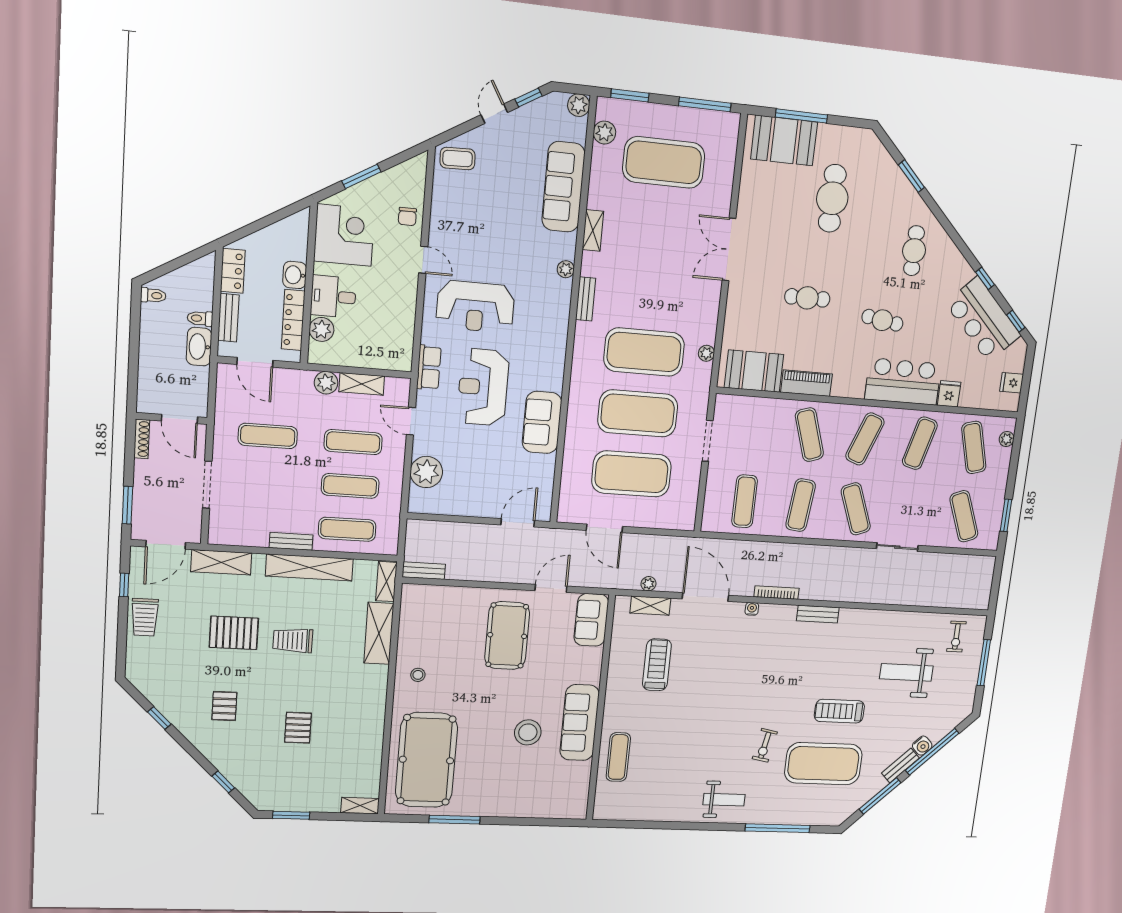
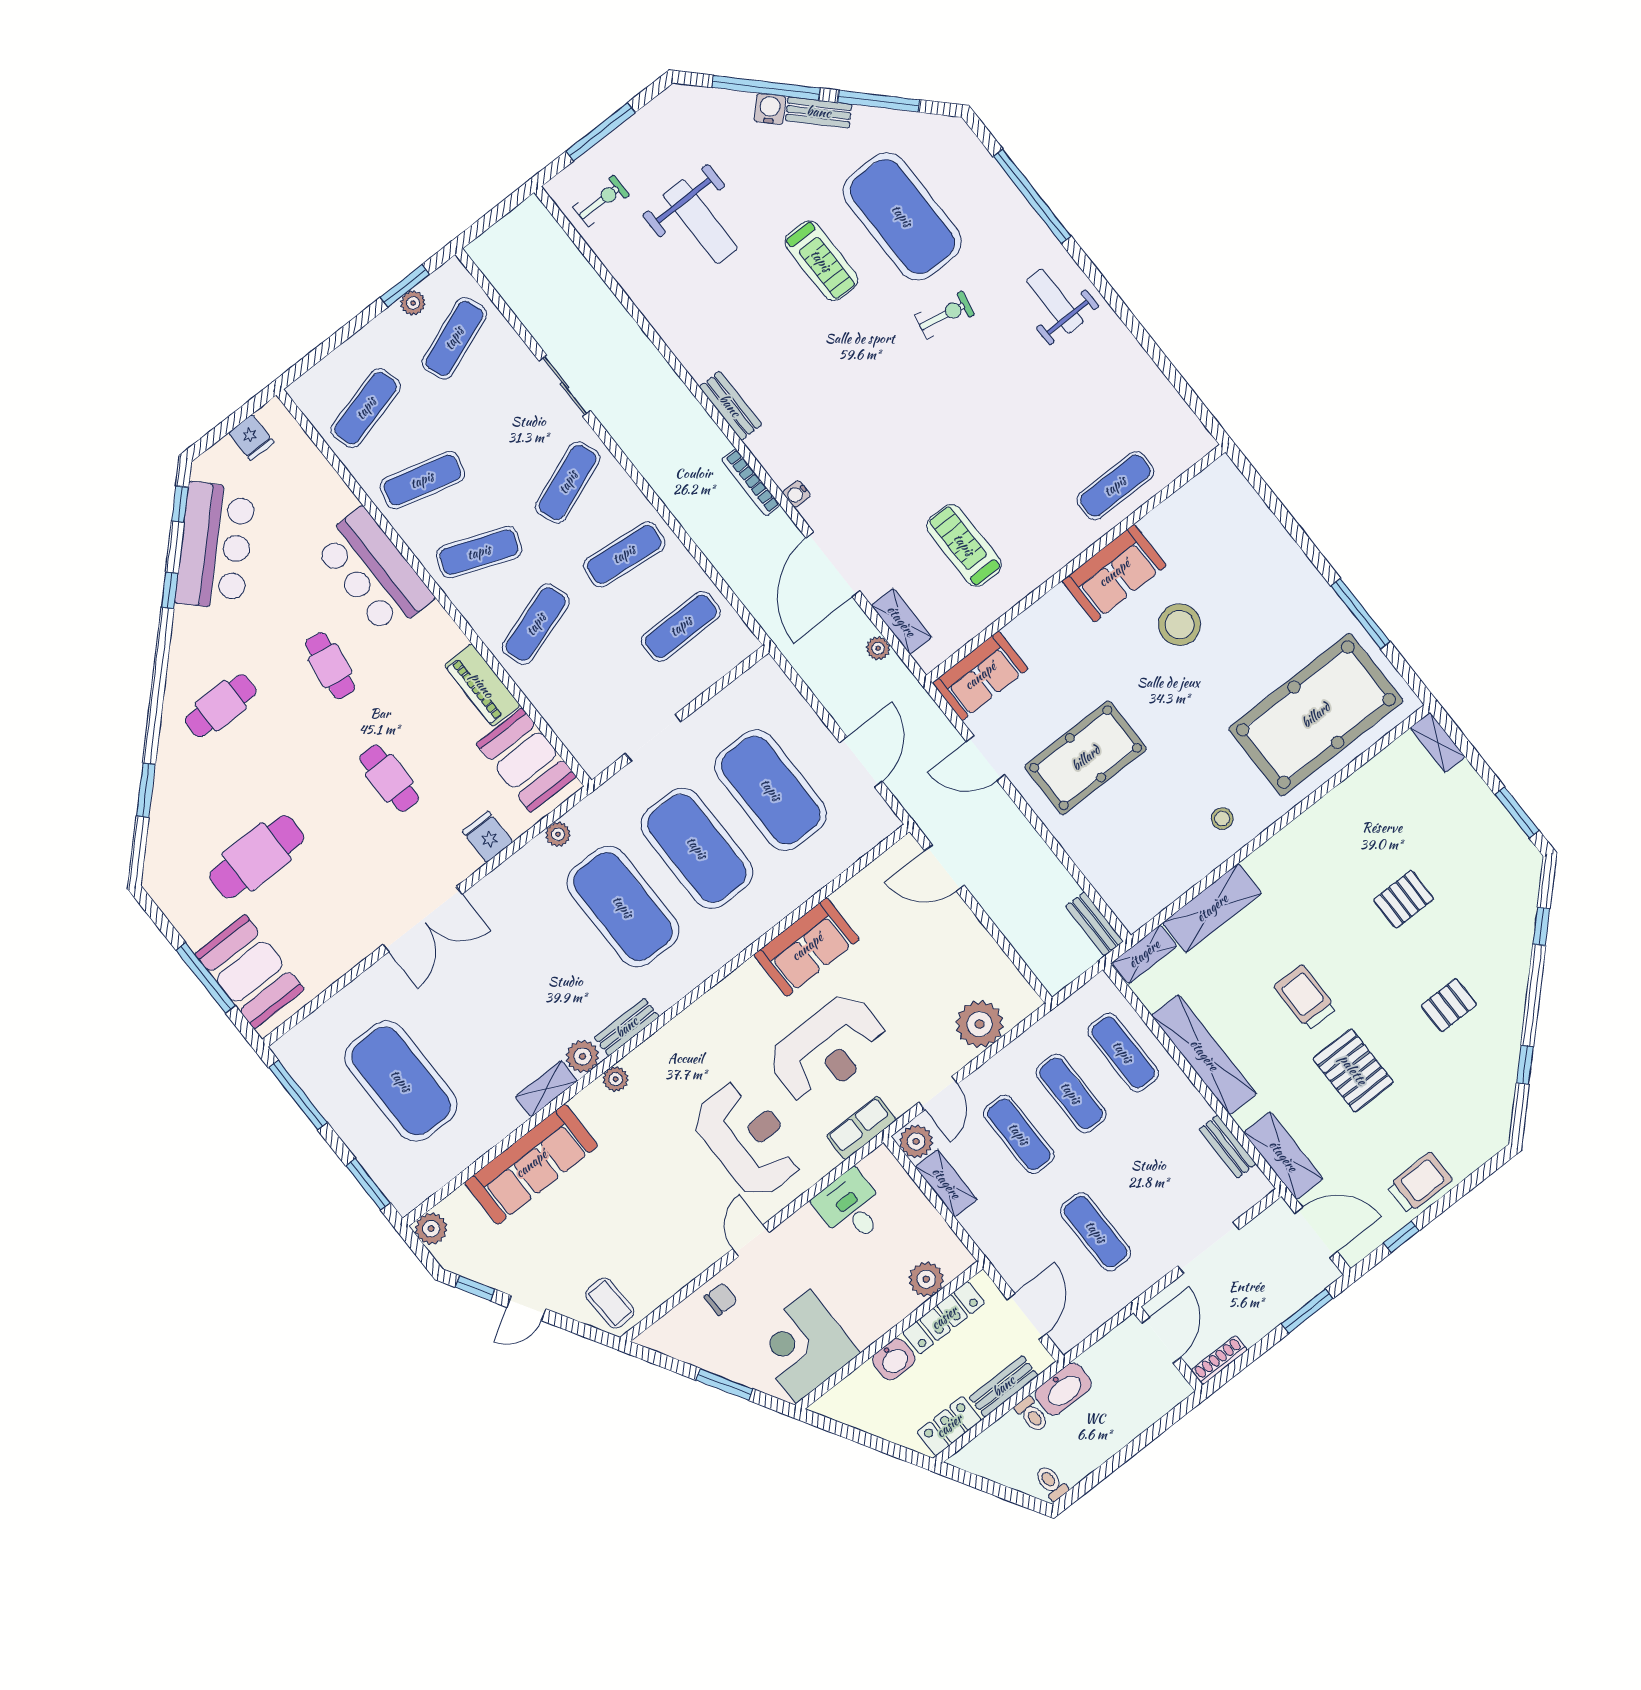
plant: (604, 133) -> (583, 1056), moved
desk: (333, 297) -> (851, 1207), moved, turned 180
plant: (326, 383) -> (916, 1141), moved
fridge: (949, 394) -> (488, 837), moved, turned 90
plant: (1007, 439) -> (413, 303), moved
bench: (291, 541) -> (1227, 1147), moved
trolley: (293, 640) -> (1305, 997), turned 180
treadmill: (657, 665) -> (964, 545), turned 90
sofa: (580, 723) -> (1114, 573), width x0.73

